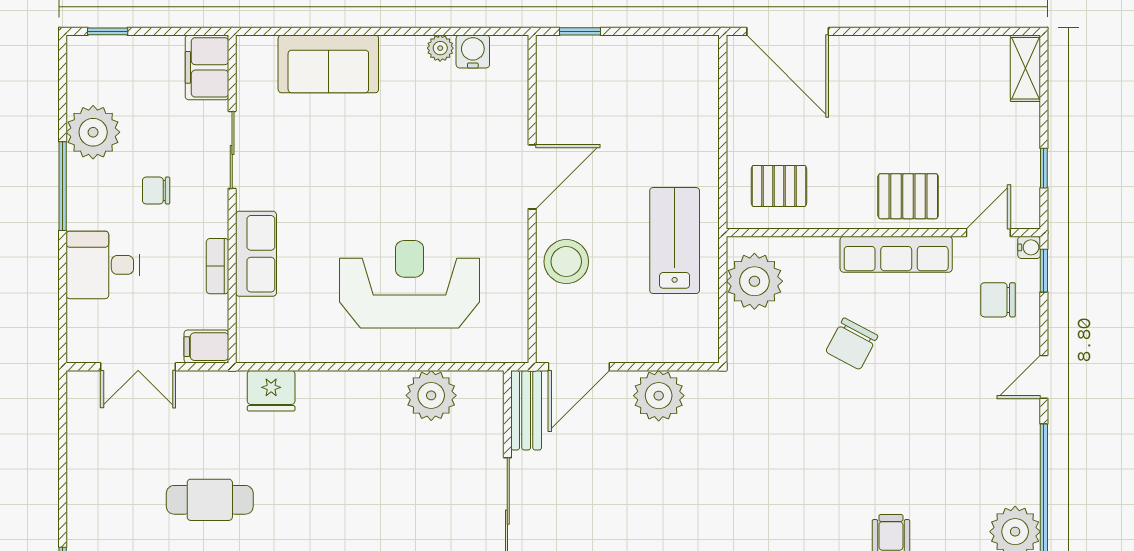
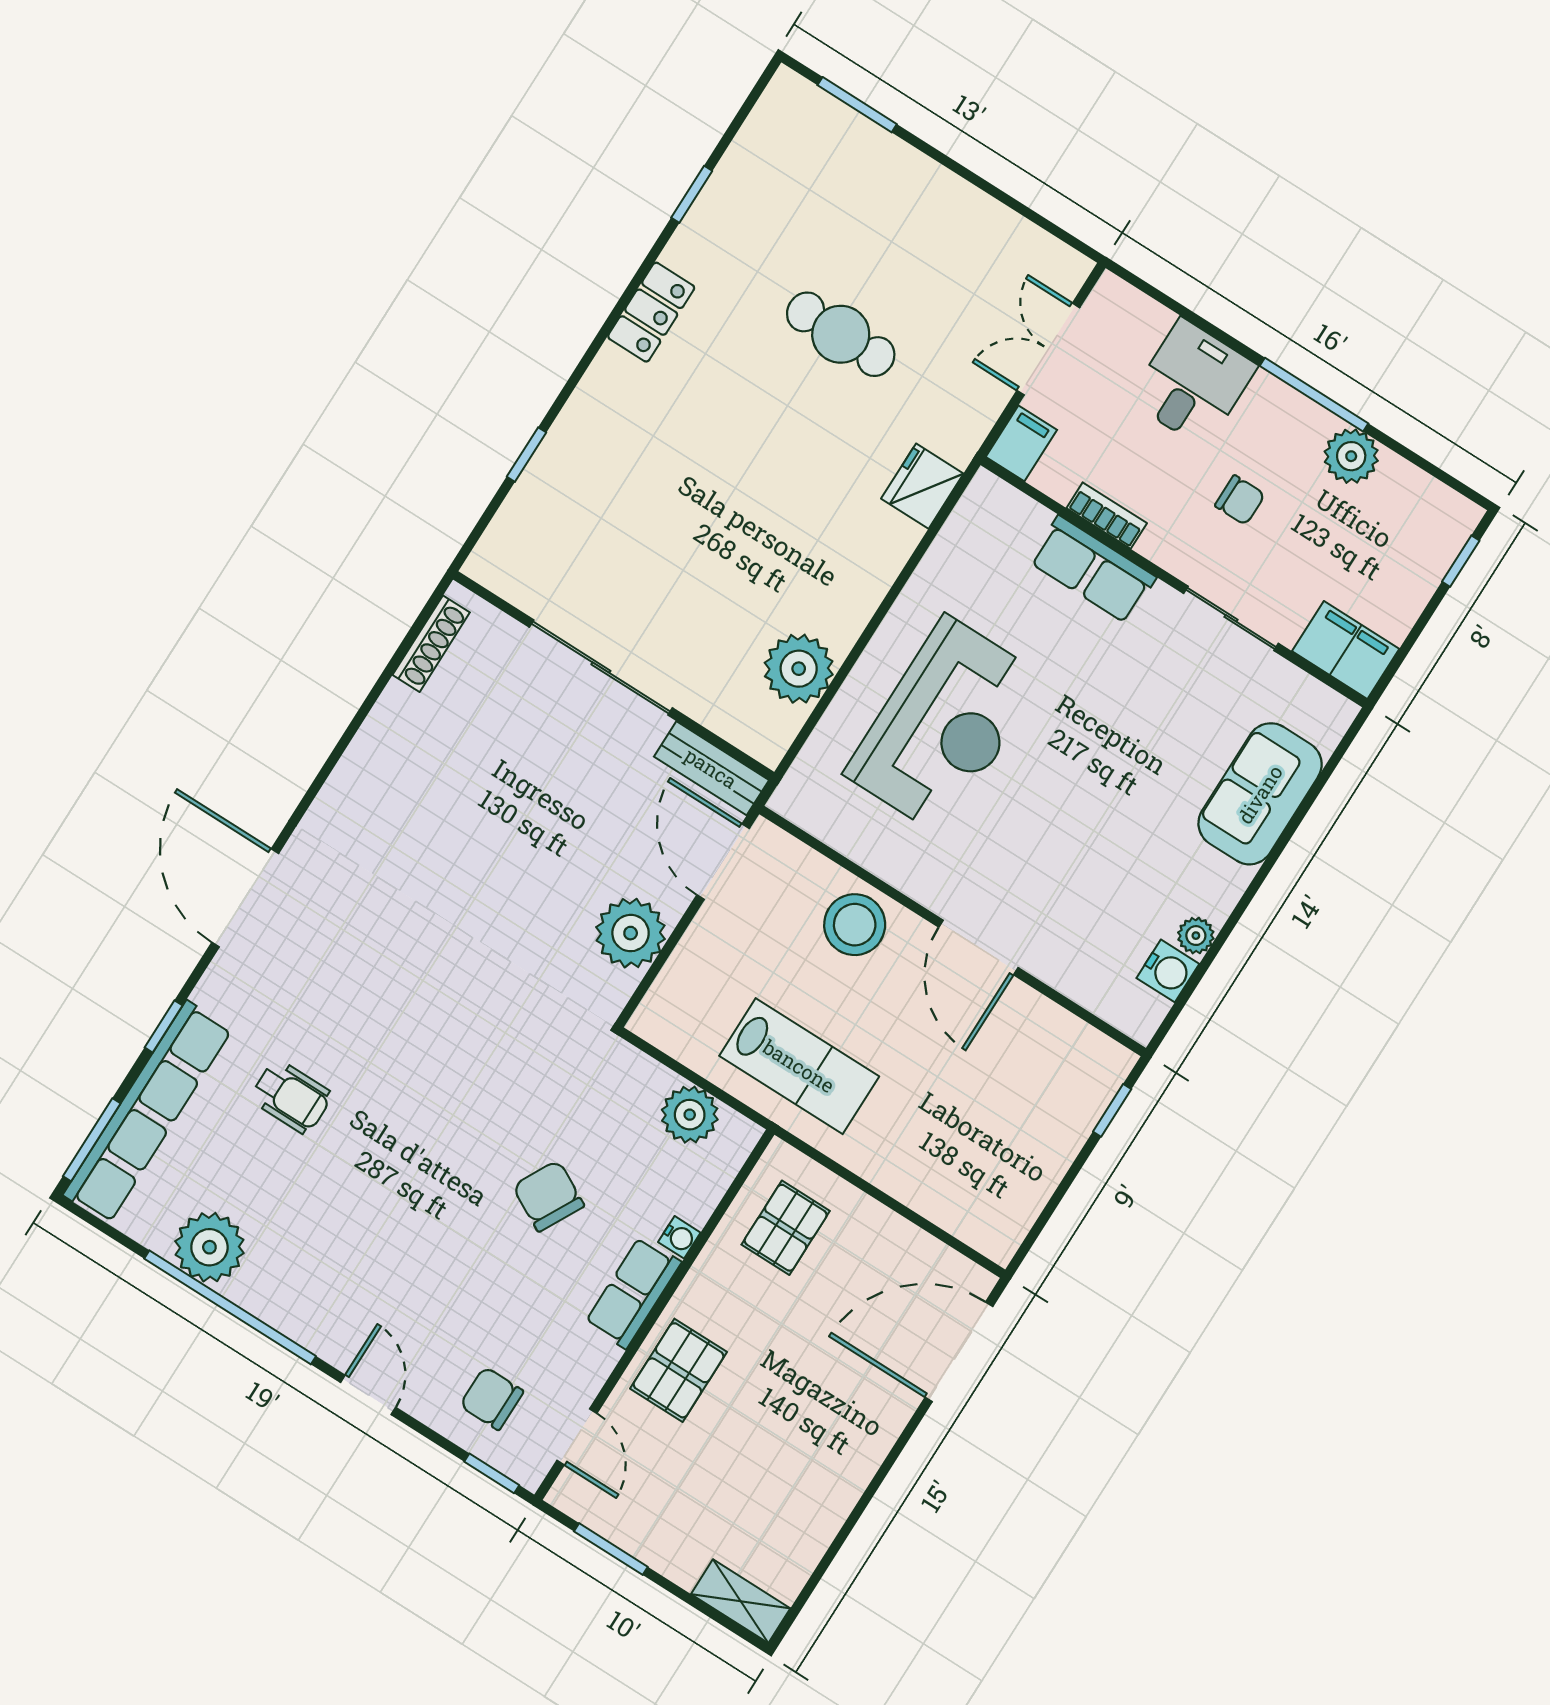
plant: (93, 132) -> (1351, 456), width x0.73, depth x0.73
window: (1044, 168) -> (611, 1549), width x1.50
chair: (156, 191) -> (1240, 500), turned 90
water cooler: (1029, 247) -> (679, 1237), moved, turned -90
row of seats: (896, 254) -> (633, 1293), width x0.68
plant: (754, 281) -> (690, 1115), width x0.73, depth x0.73
chair: (998, 300) -> (492, 1398), turned -90
cafe table: (210, 500) -> (841, 334), turned 90

